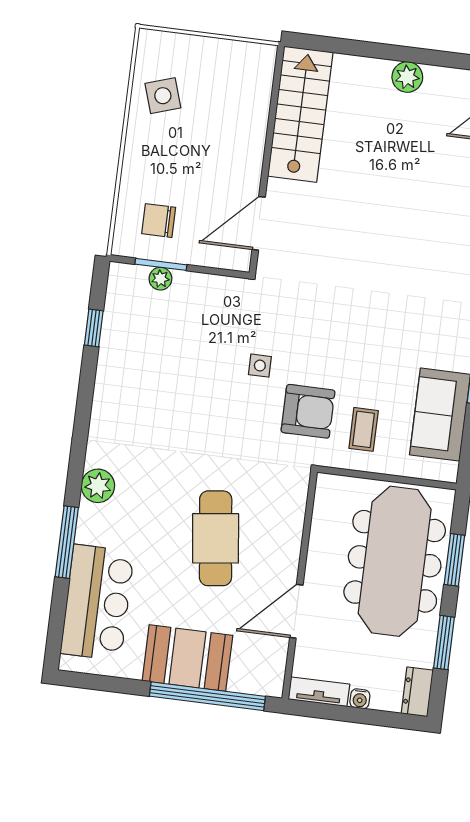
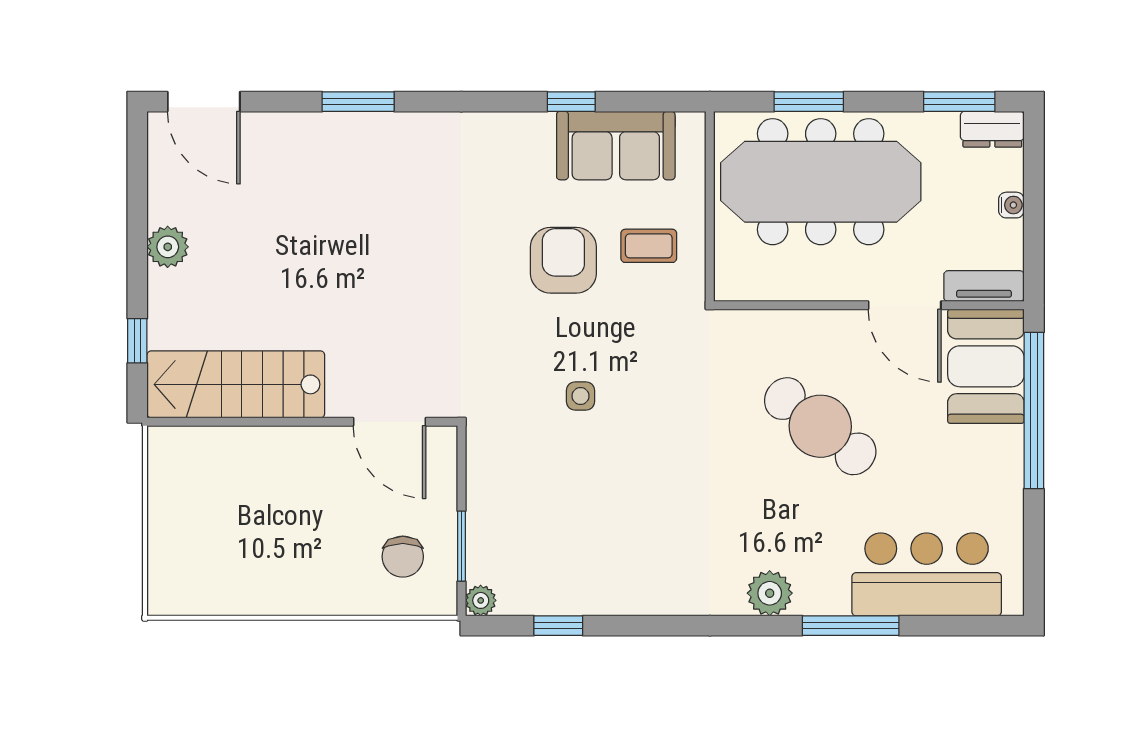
window: (341, 46) -> (137, 341), added
side table: (163, 96) -> (234, 572), removed
plant: (160, 279) -> (481, 600), moved
armchair: (308, 411) -> (563, 260), moved
cafe table: (216, 538) -> (820, 426), turned 45
window: (444, 643) -> (959, 102), moved
booth: (187, 658) -> (986, 366), moved
tv unit: (319, 692) -> (984, 286), moved, turned 90

